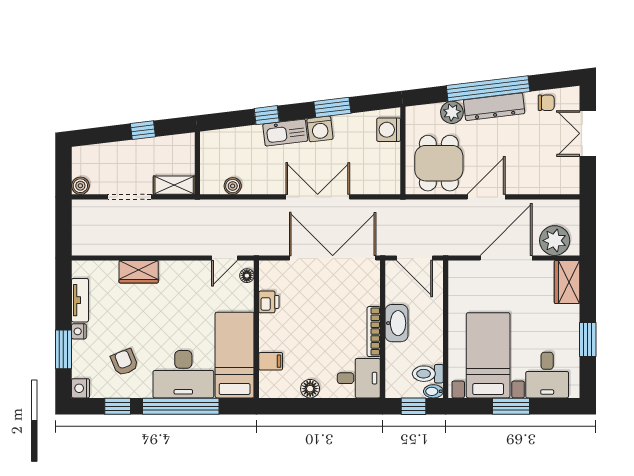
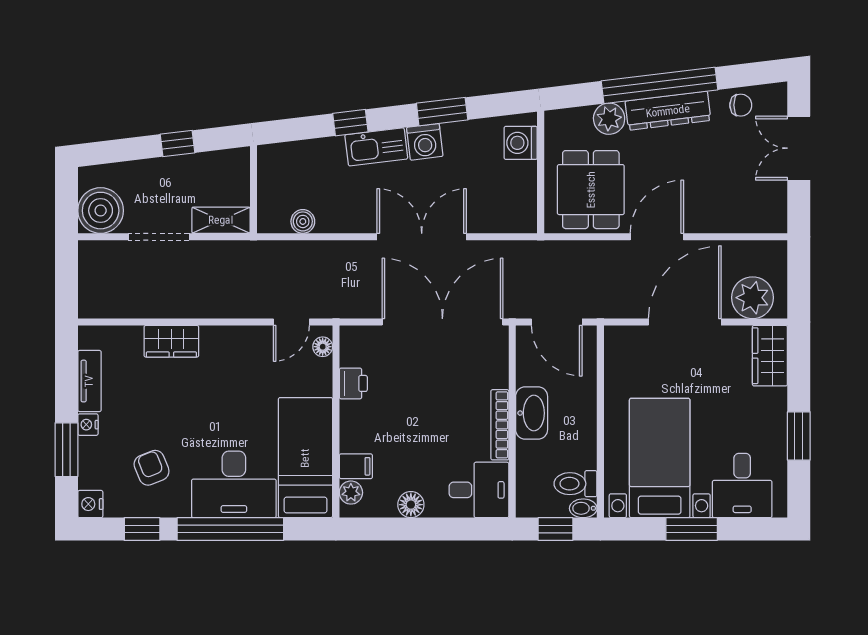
boiler: (80, 186) -> (101, 211), width x1.86, depth x1.86
plant: (267, 380) -> (351, 493), added

